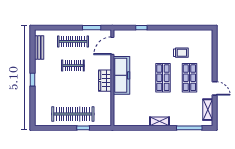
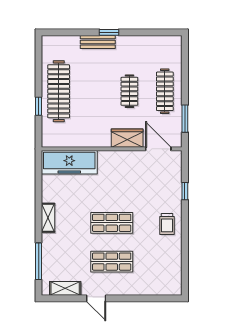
bench: (39, 47) -> (98, 42), moved
trolley: (181, 53) -> (167, 224), moved
freezer: (121, 75) -> (69, 162), moved
wardrobe: (105, 81) -> (127, 138), moved
door: (215, 88) -> (96, 298), hinge flipped

